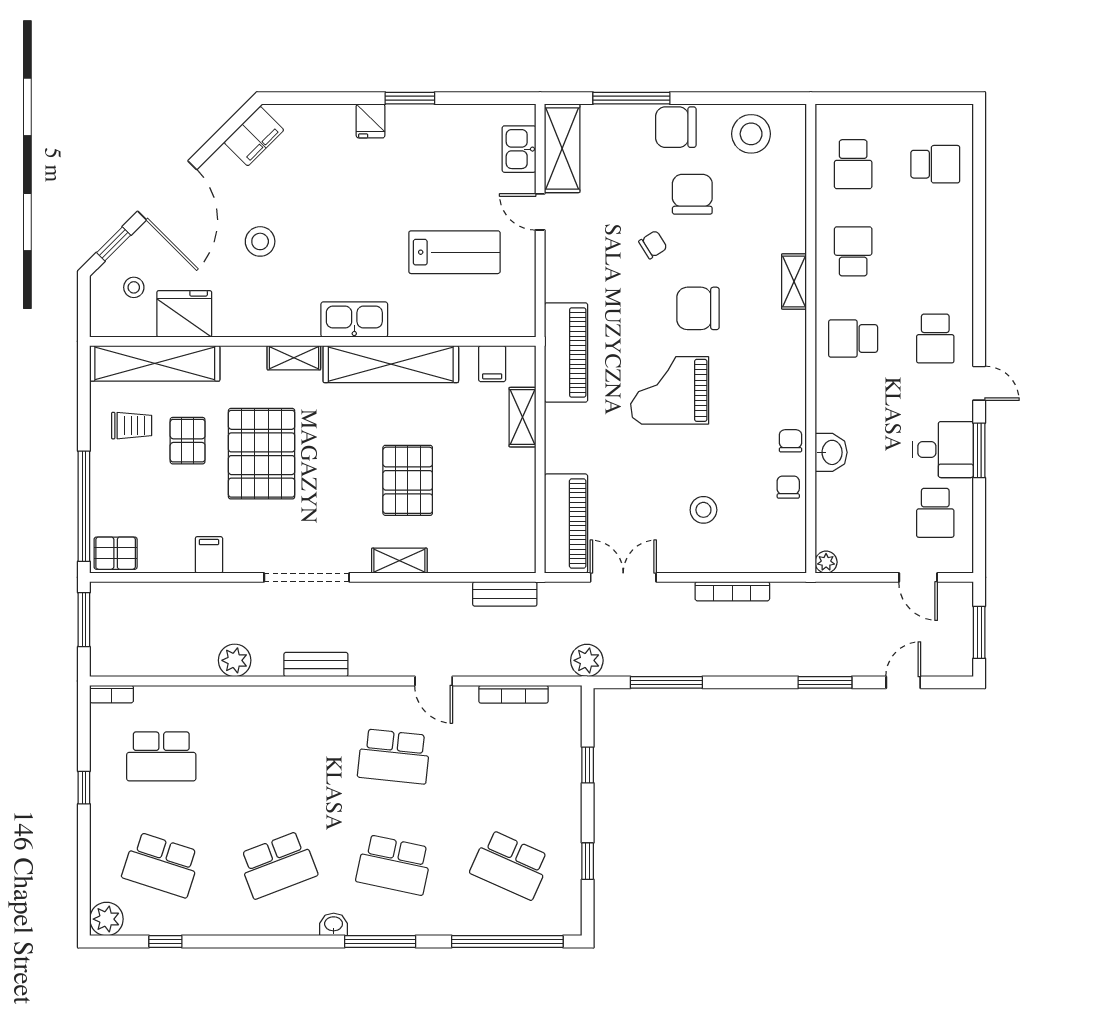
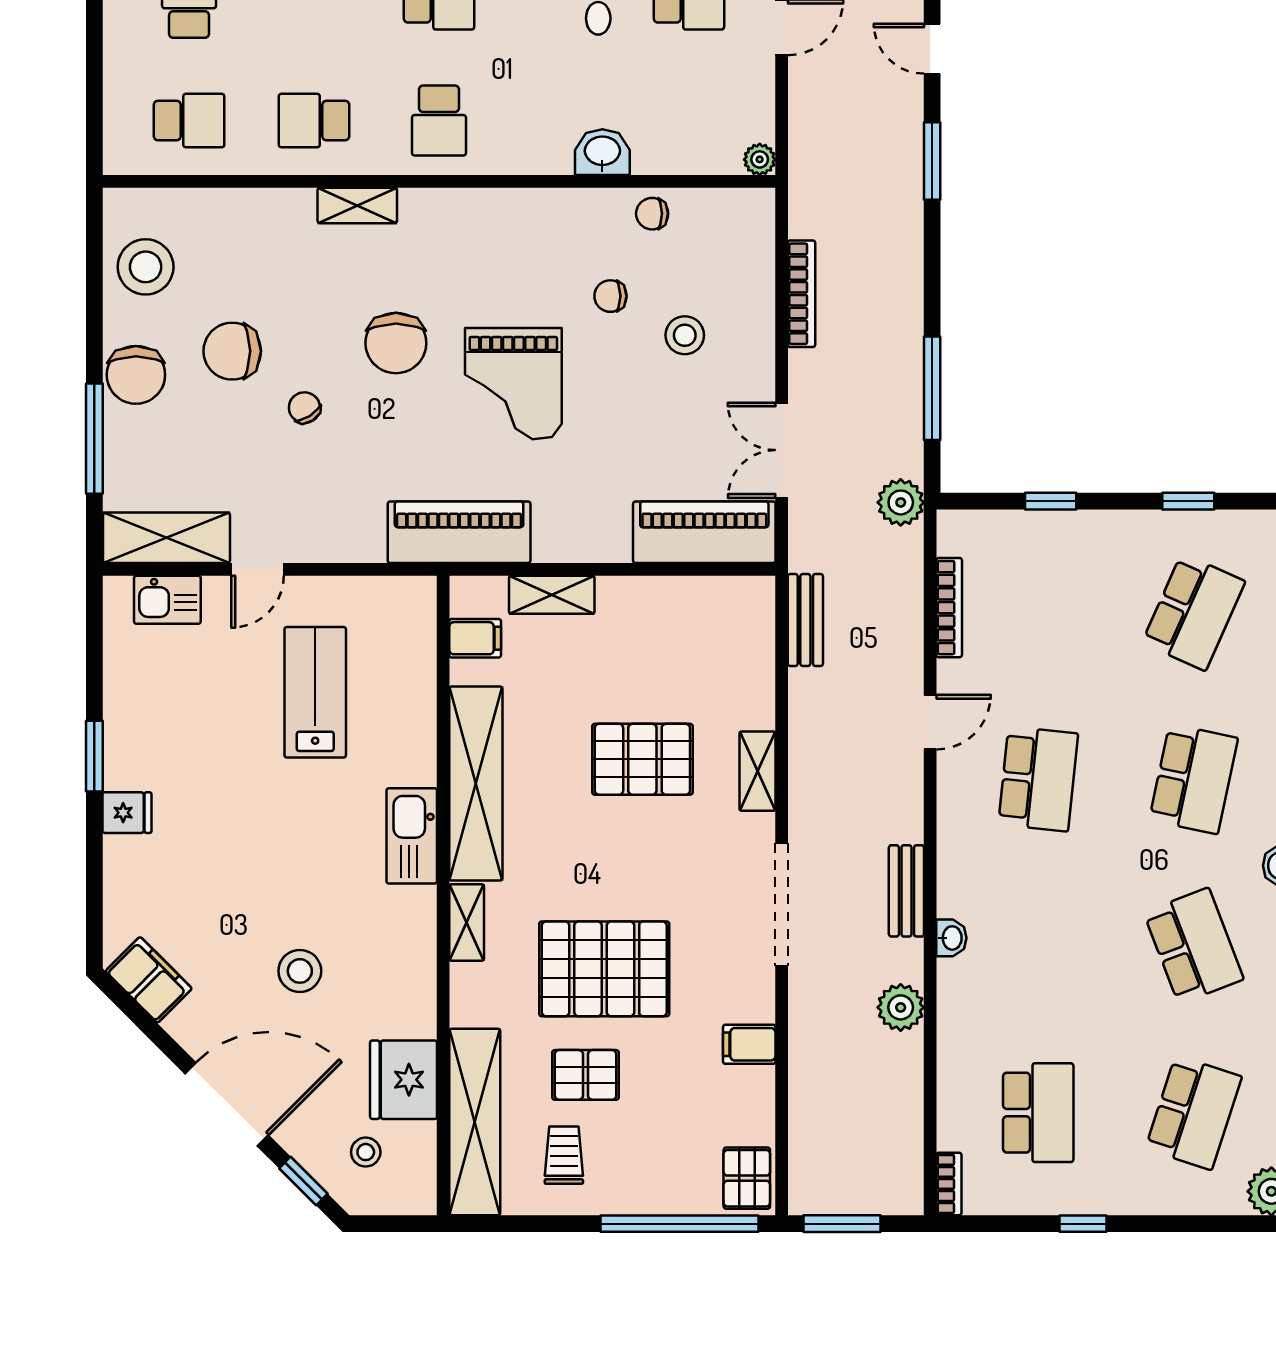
chair: (790, 441) -> (610, 296), moved
washbasin: (283, 696) -> (951, 938), added

